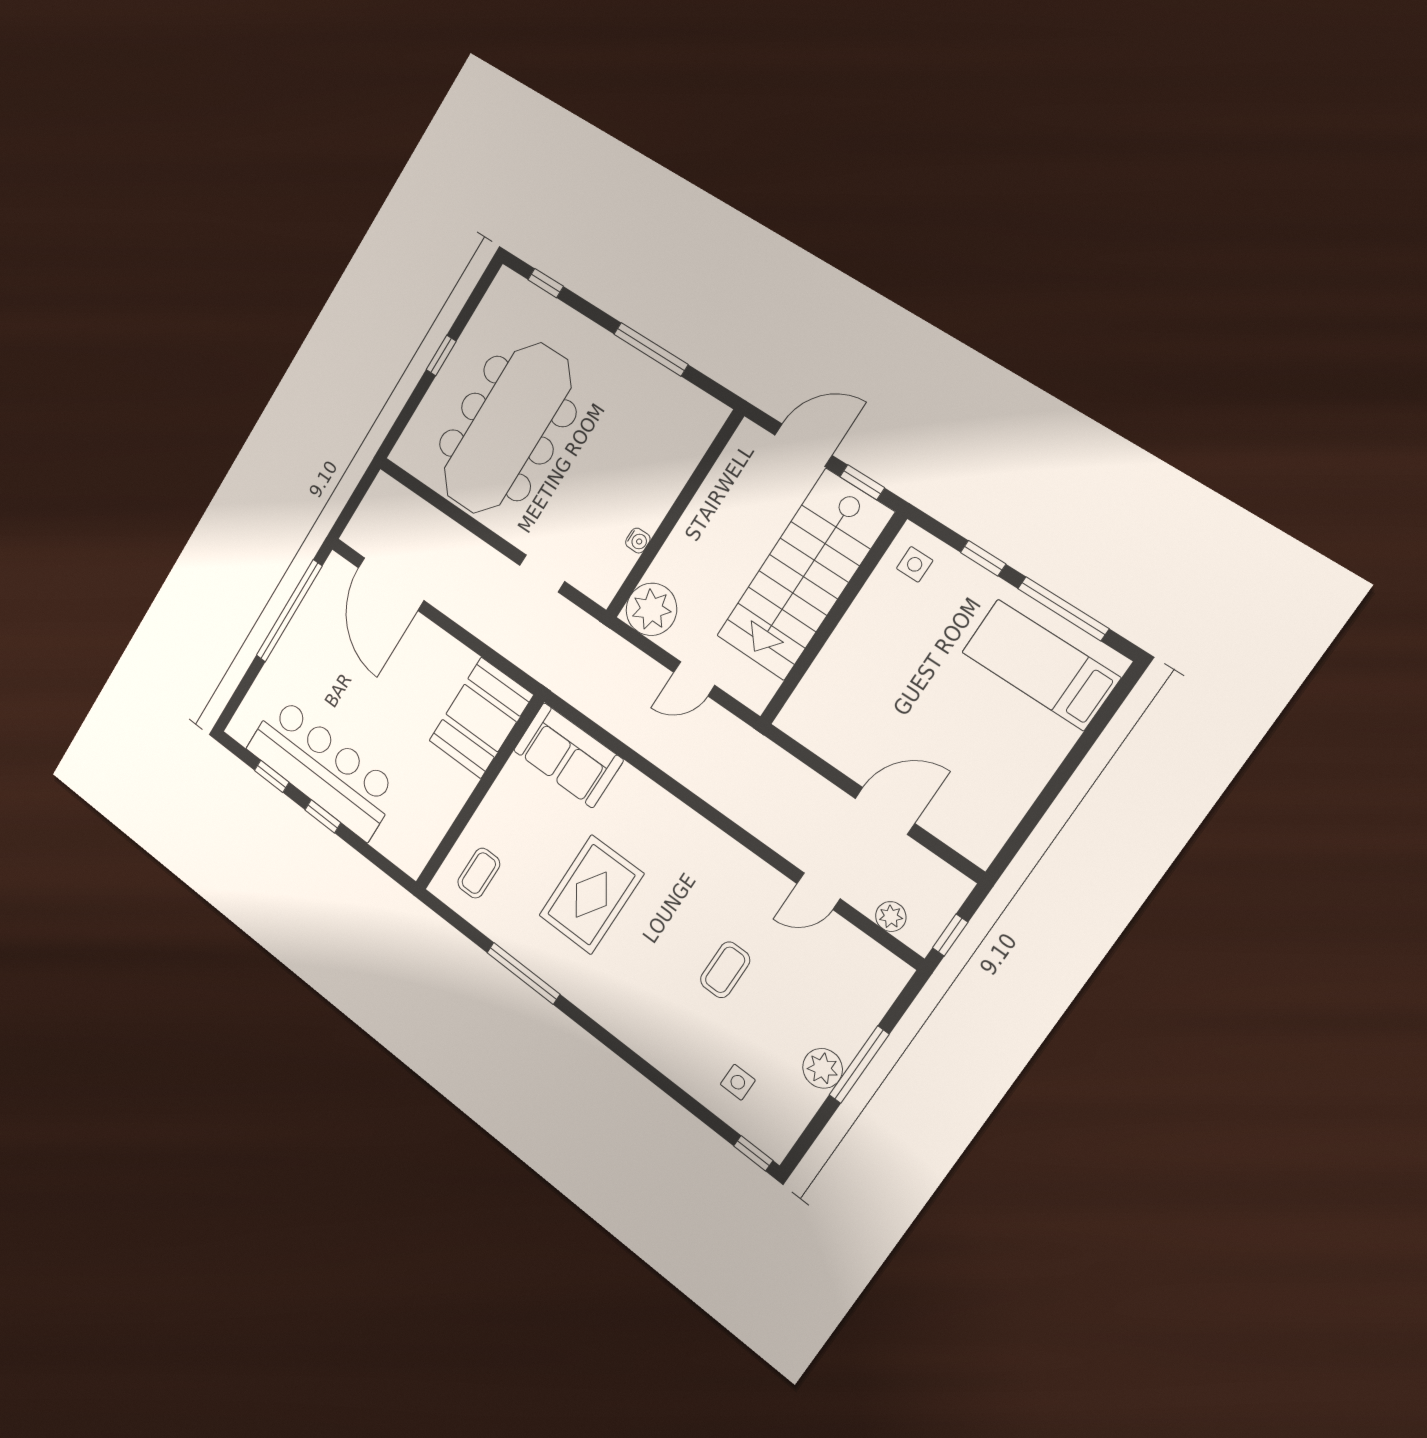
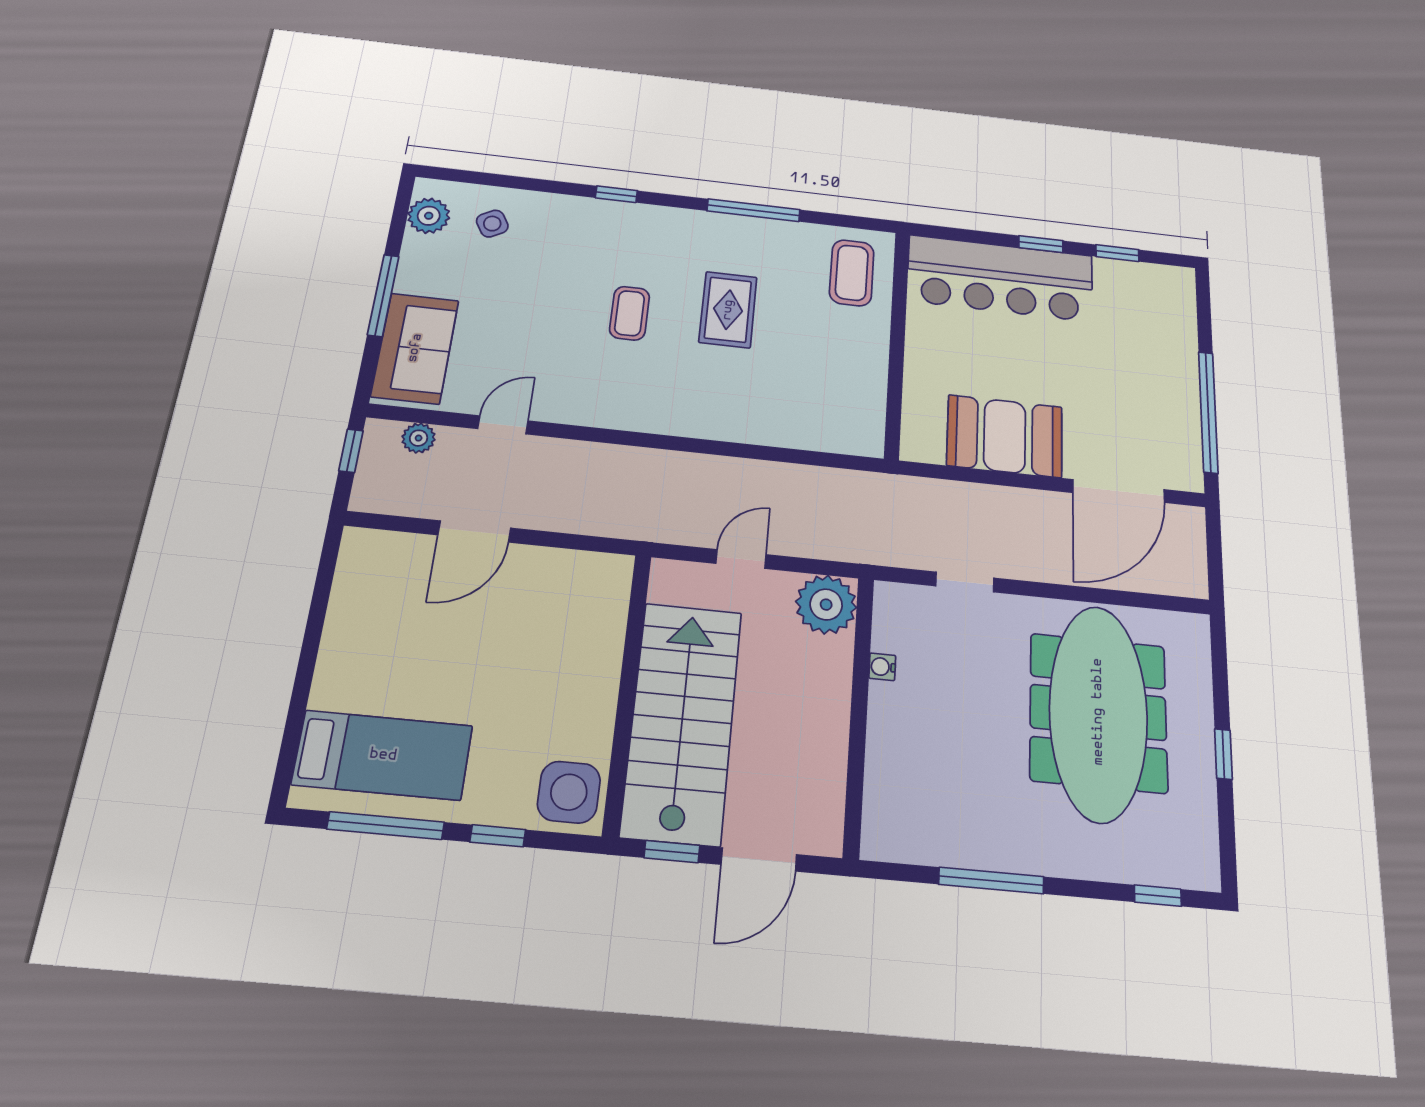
side table: (915, 564) -> (569, 792), width x1.87, depth x1.87
door: (391, 584) -> (1119, 491), swing flipped
booth: (481, 718) -> (1005, 436), moved, turned 90
sofa: (568, 755) -> (415, 348), moved, turned 90
bar counter: (323, 768) -> (1000, 278), moved
coffee table: (479, 873) -> (852, 273), width x1.36, depth x1.30
rug: (591, 895) -> (728, 310), width x0.73, depth x0.70
coffee table: (725, 970) -> (630, 313), moved
plant: (823, 1068) -> (429, 216), moved
side table: (738, 1082) -> (492, 224), turned -30
window: (753, 1153) -> (616, 194), moved

